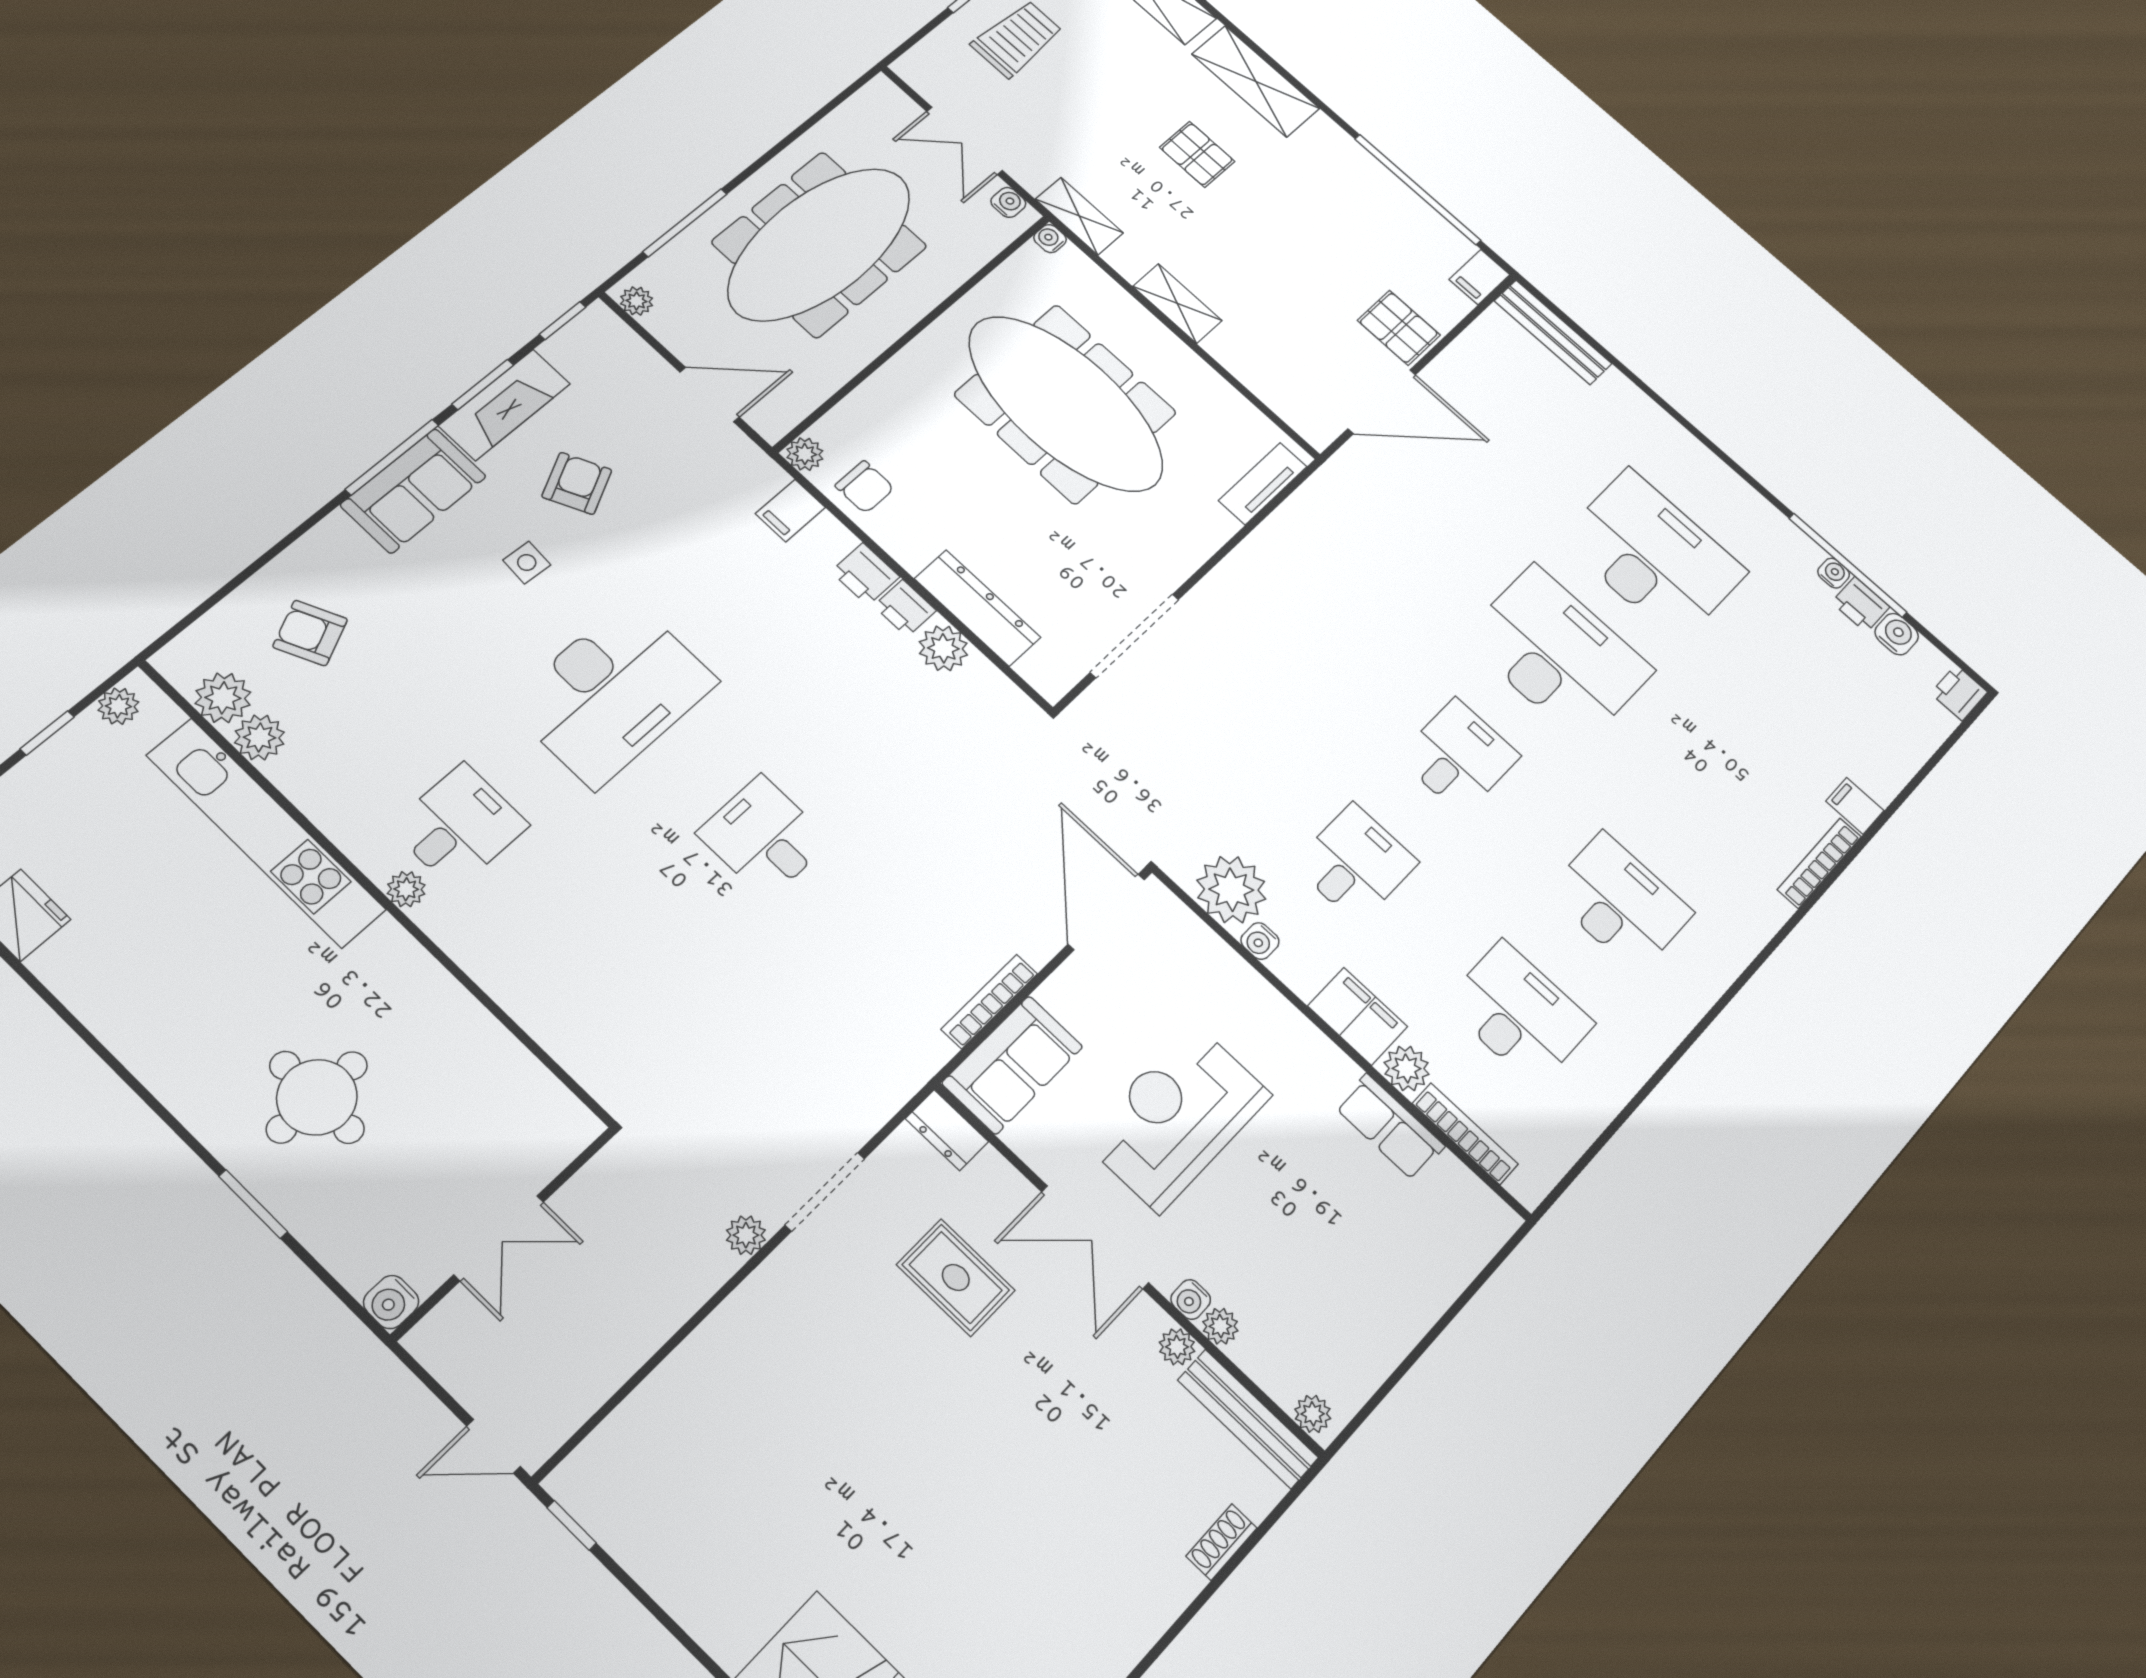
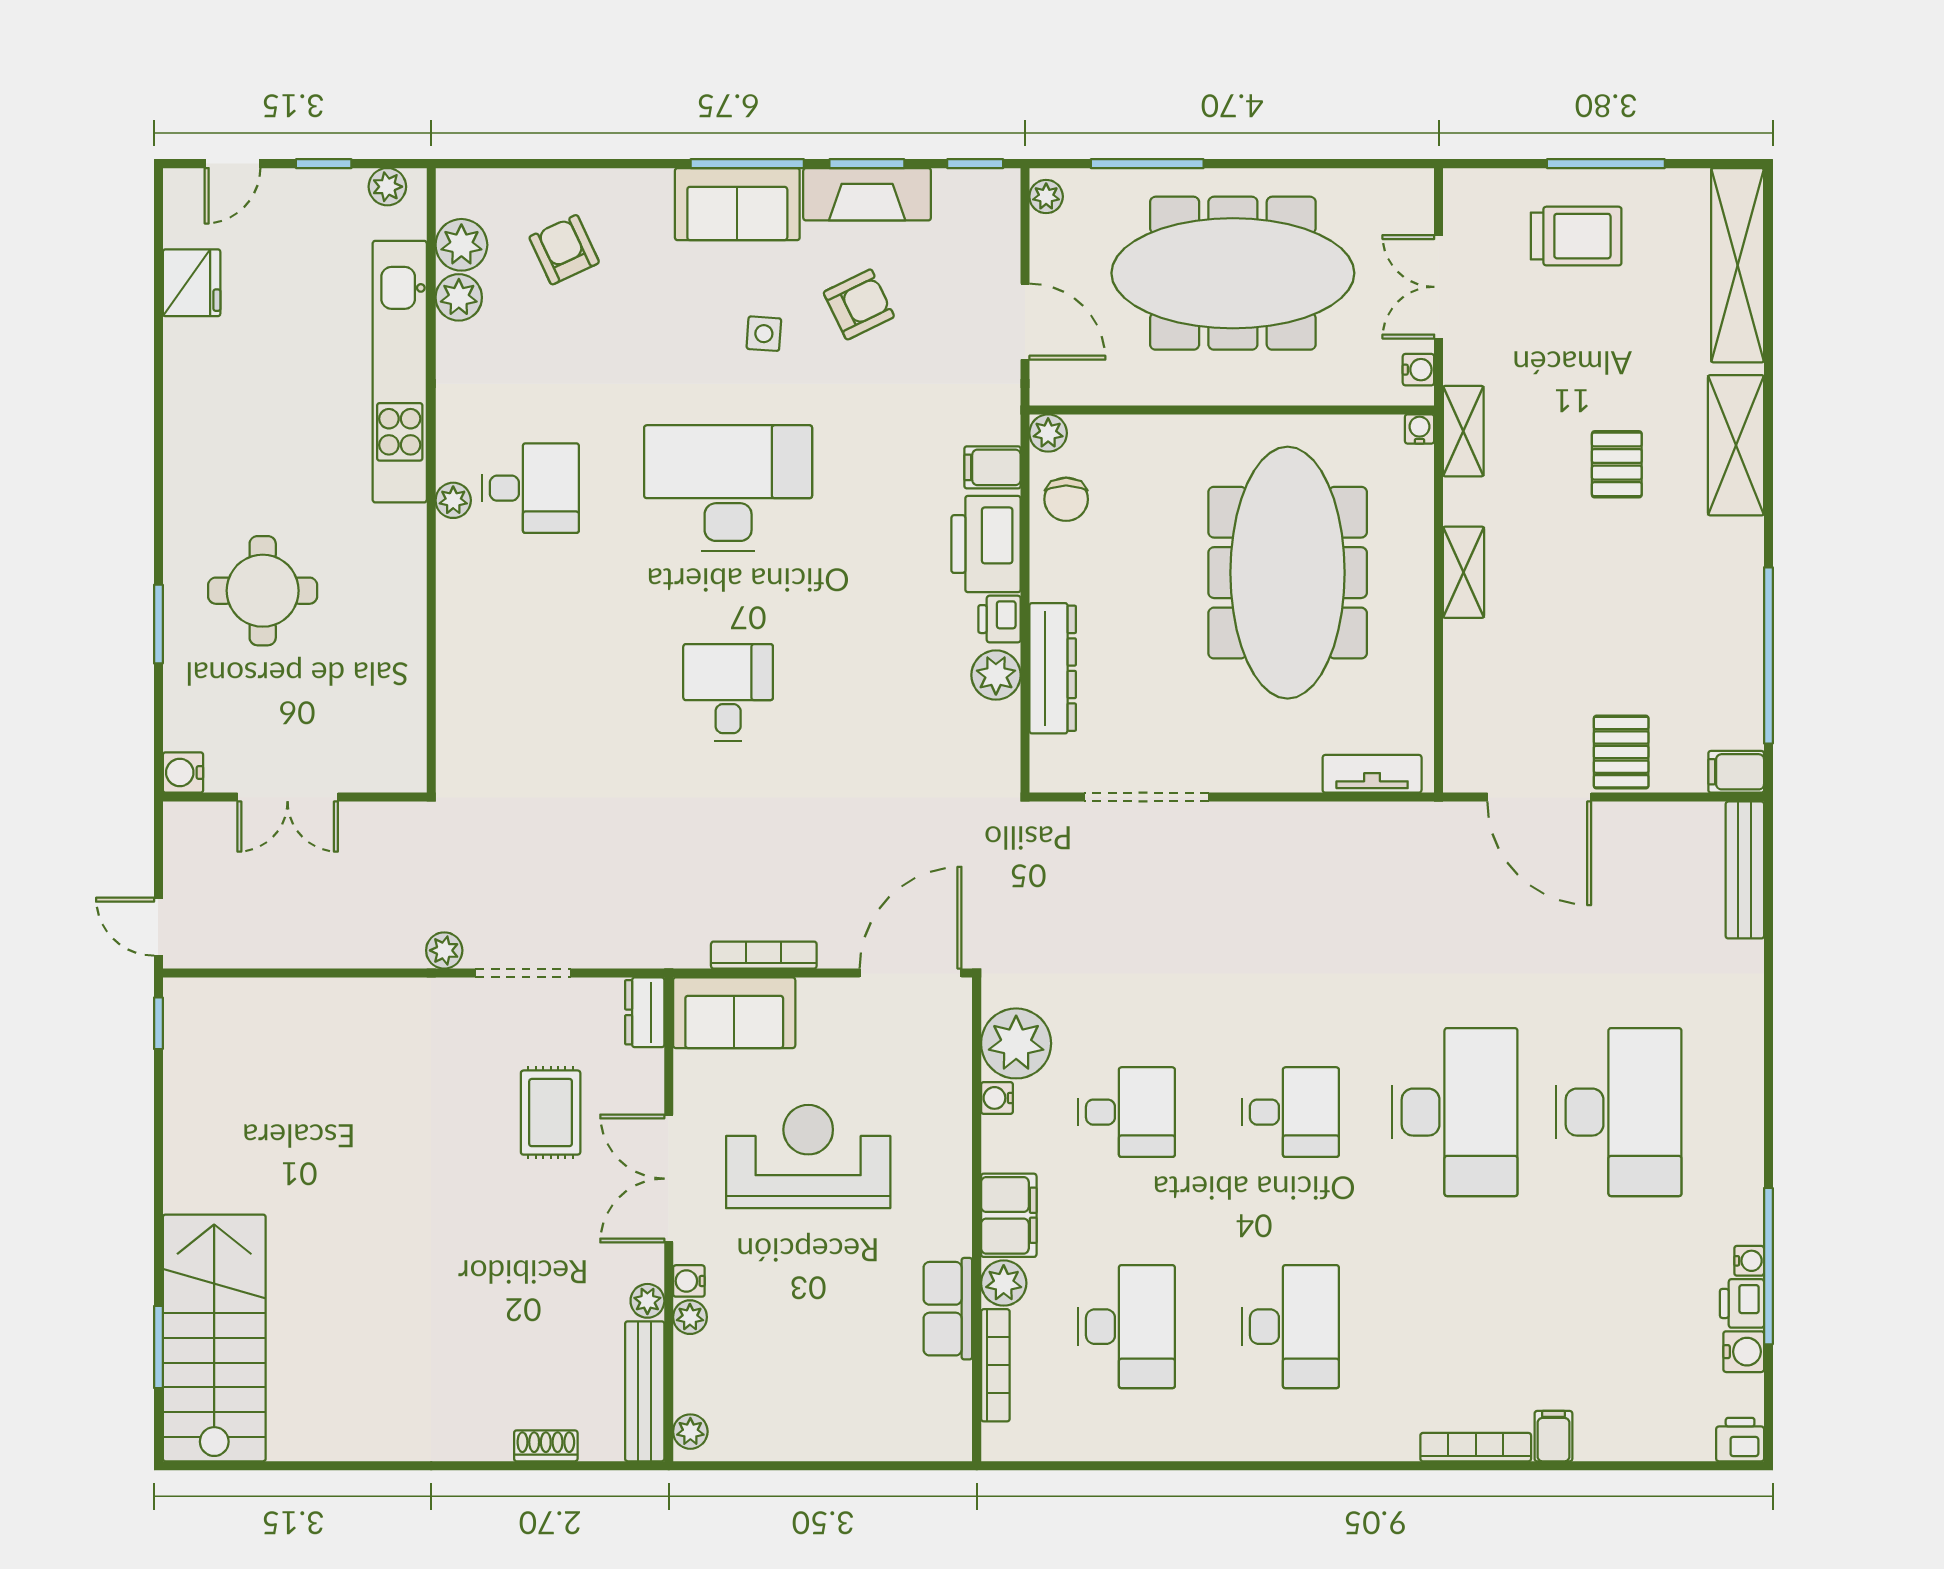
printer: (865, 574) -> (986, 544), width x1.87, depth x1.48
desk: (612, 693) -> (728, 488), turned 180

